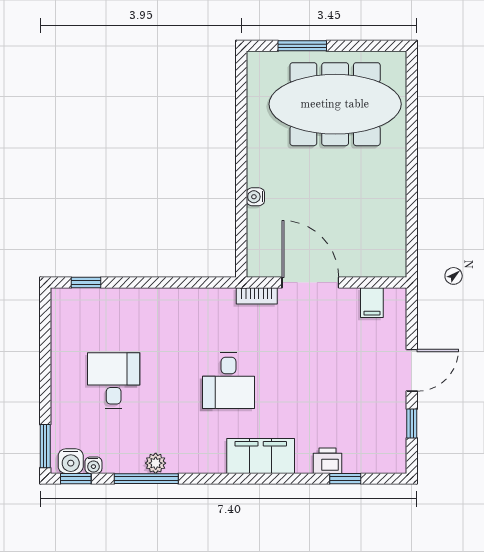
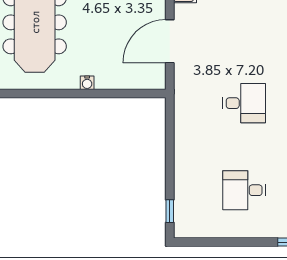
water cooler: (255, 197) -> (87, 83), moved
bookcase: (257, 296) -> (180, 82), removed

